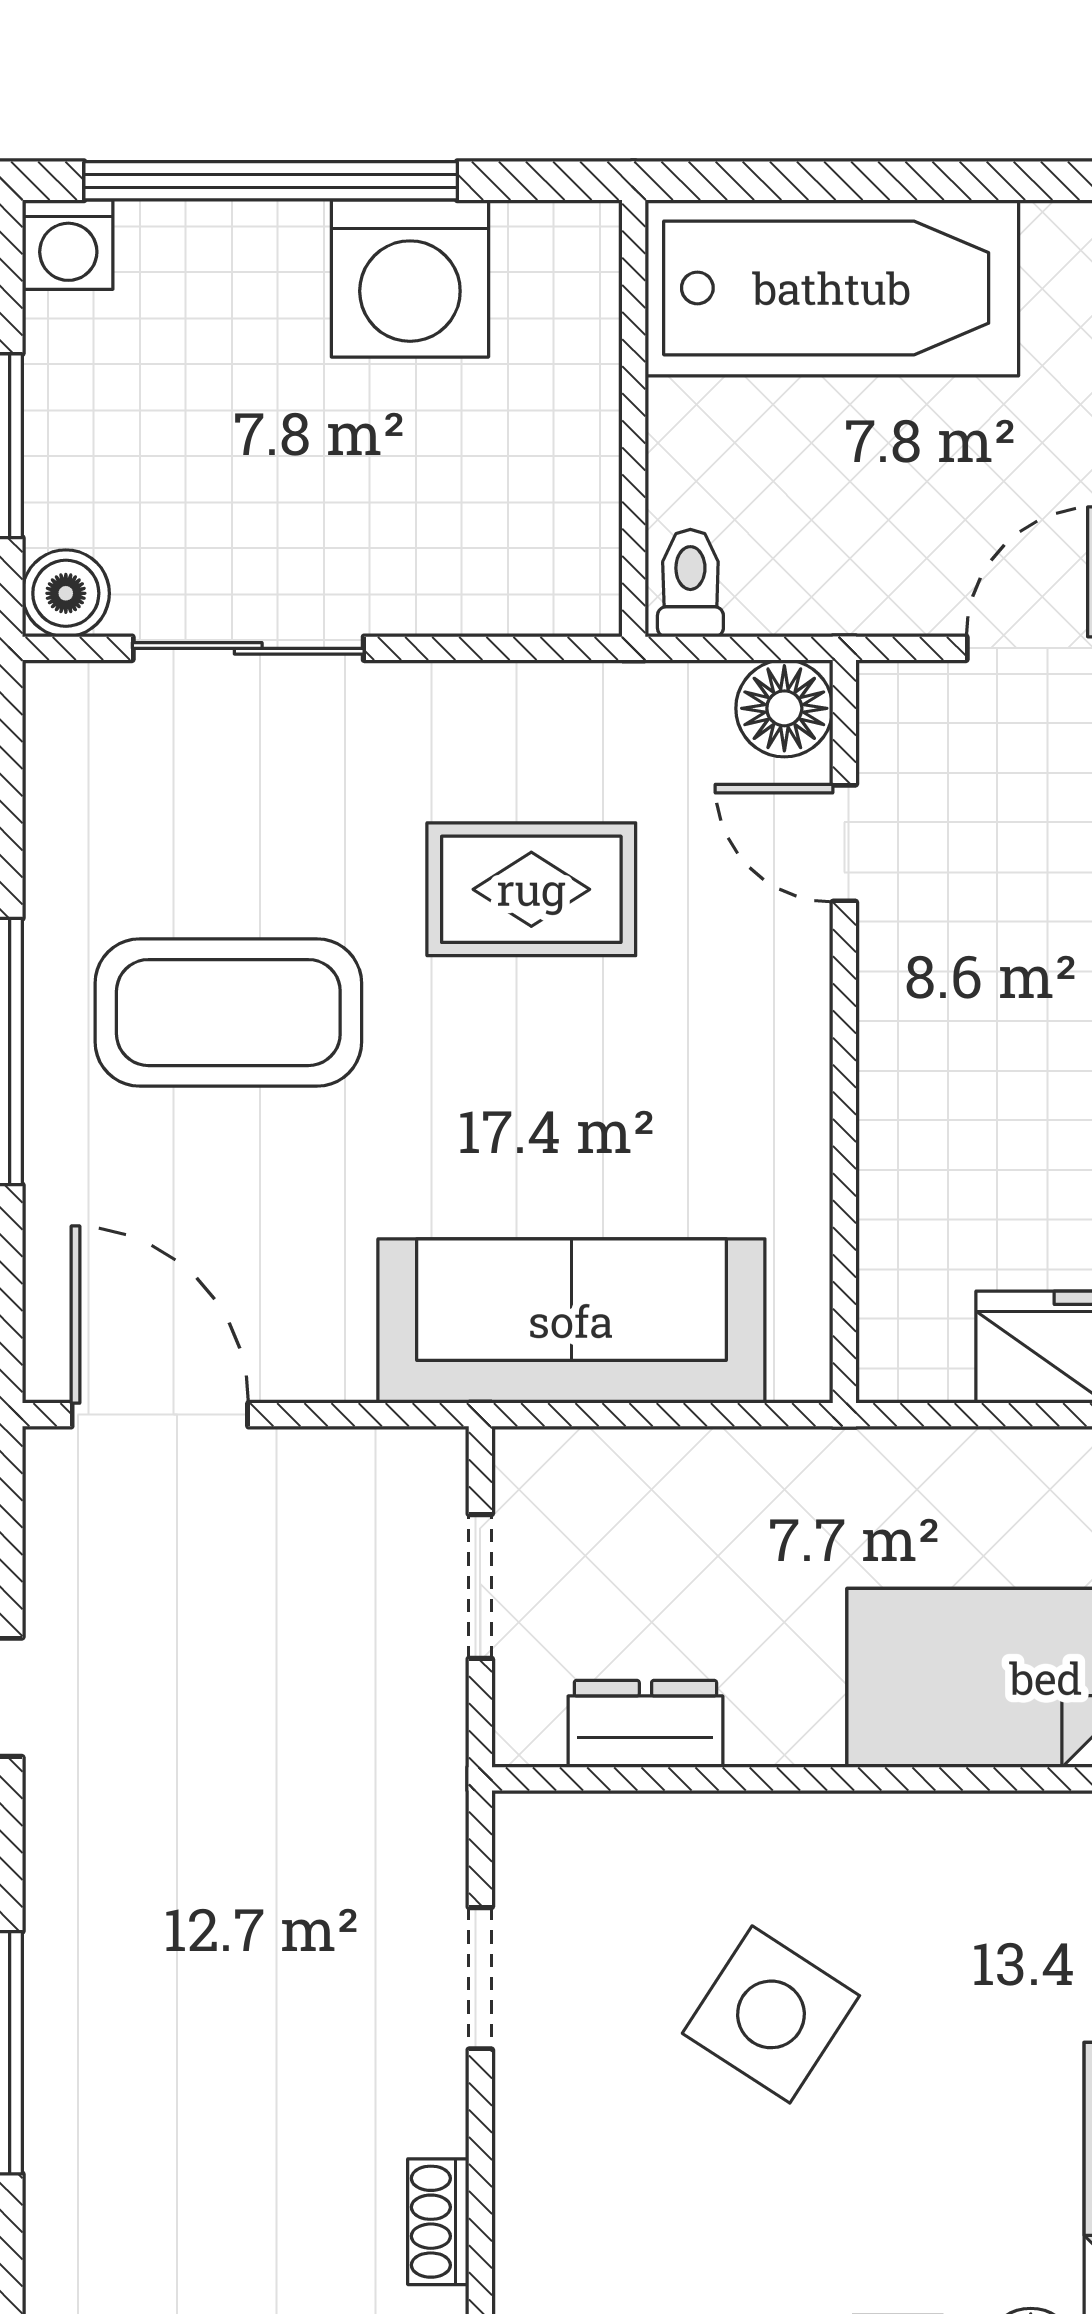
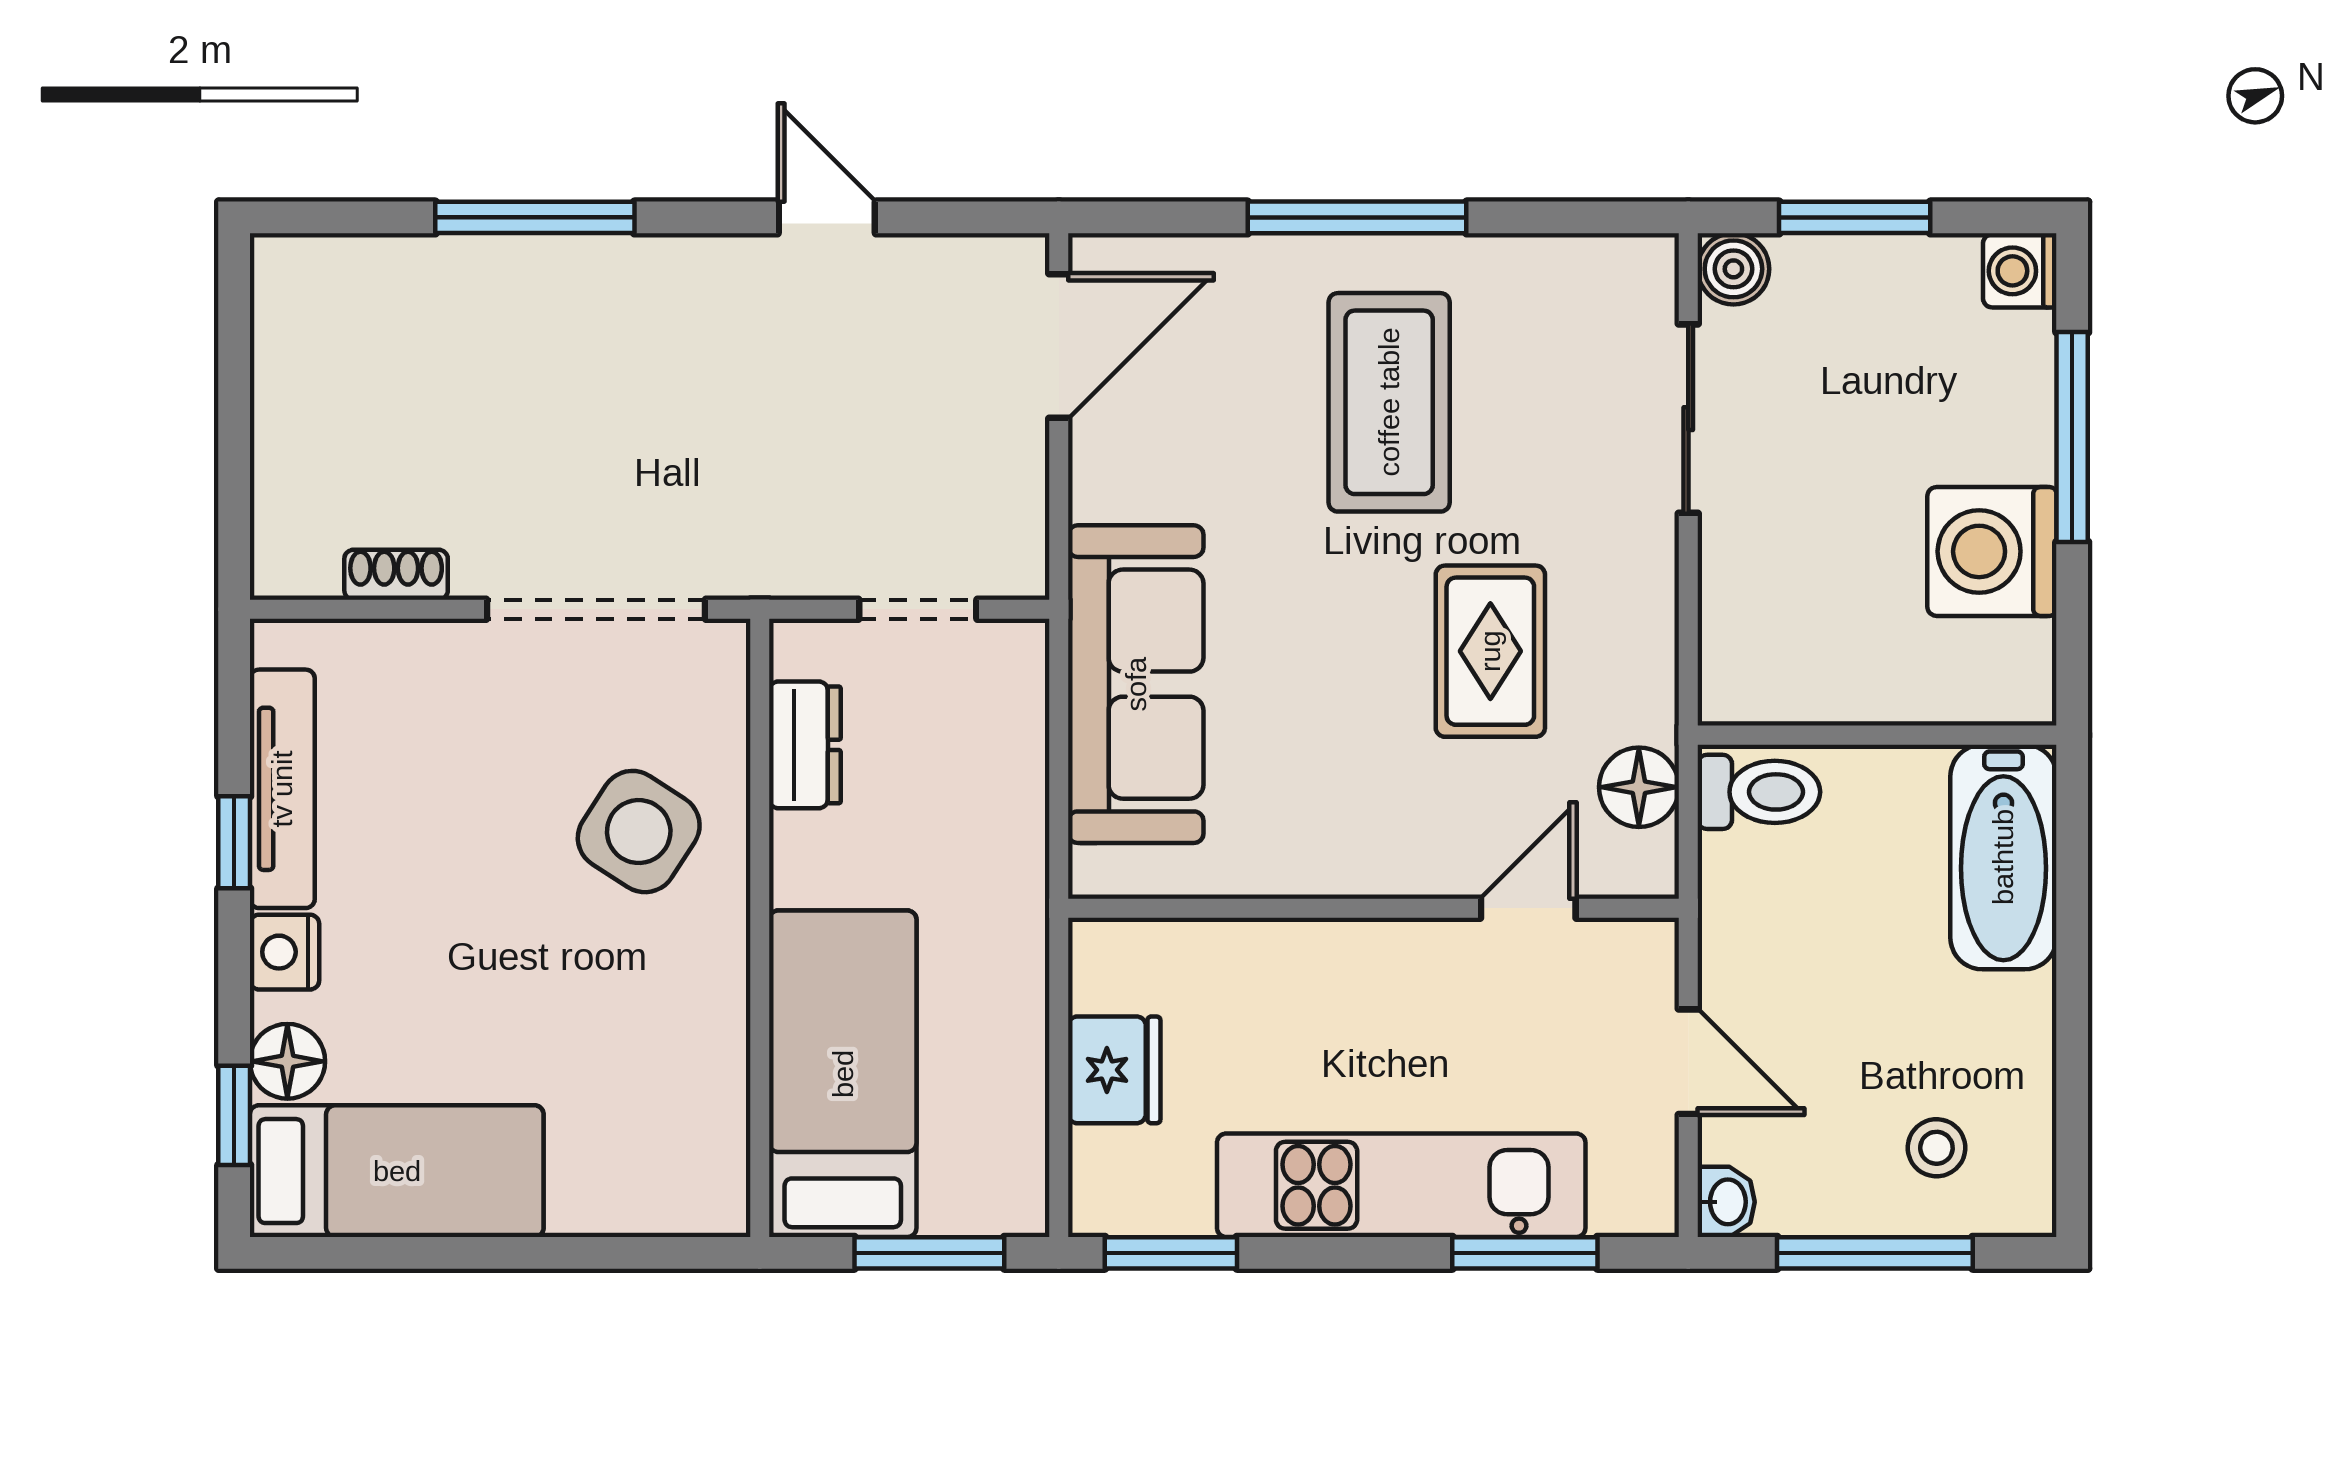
window: (271, 181) -> (2072, 437), width x0.68
bathtub: (832, 288) -> (2003, 857), width x0.73, depth x0.73
toilet: (690, 583) -> (1759, 792), width x1.37, depth x1.39
floor lamp: (784, 708) -> (1639, 787), moved
doorway: (480, 1978) -> (596, 609), width x1.87
side table: (771, 2014) -> (639, 832), moved

